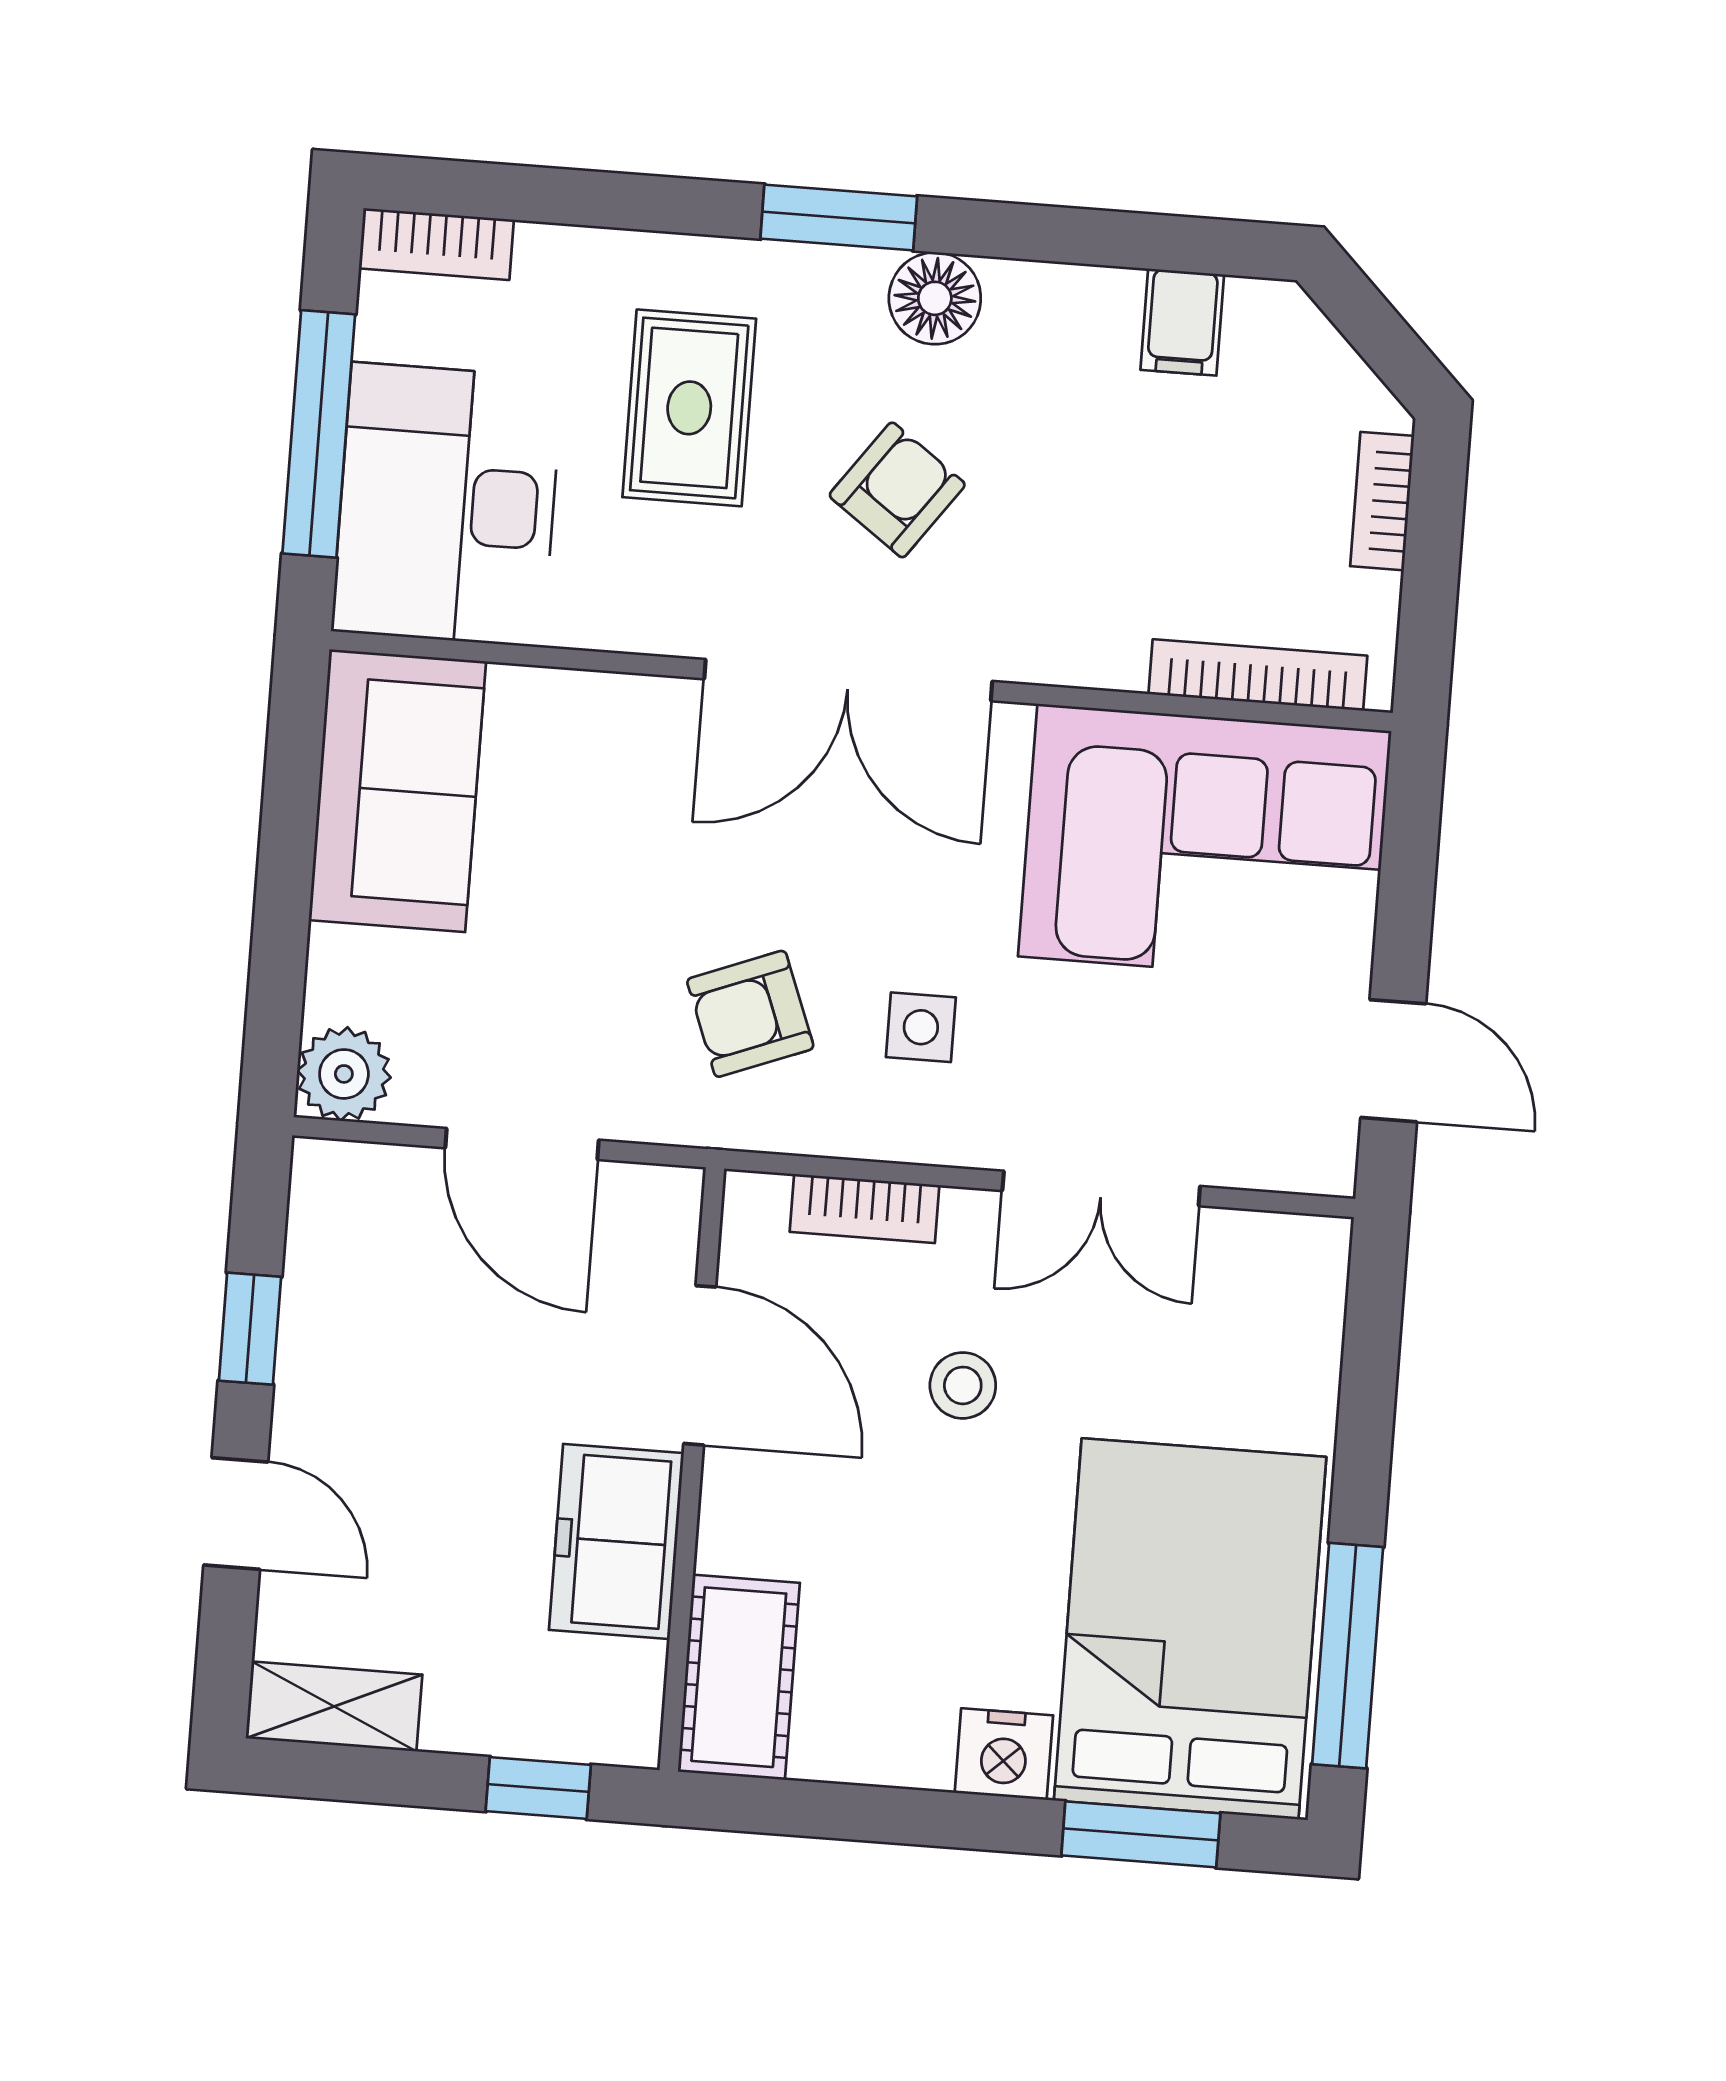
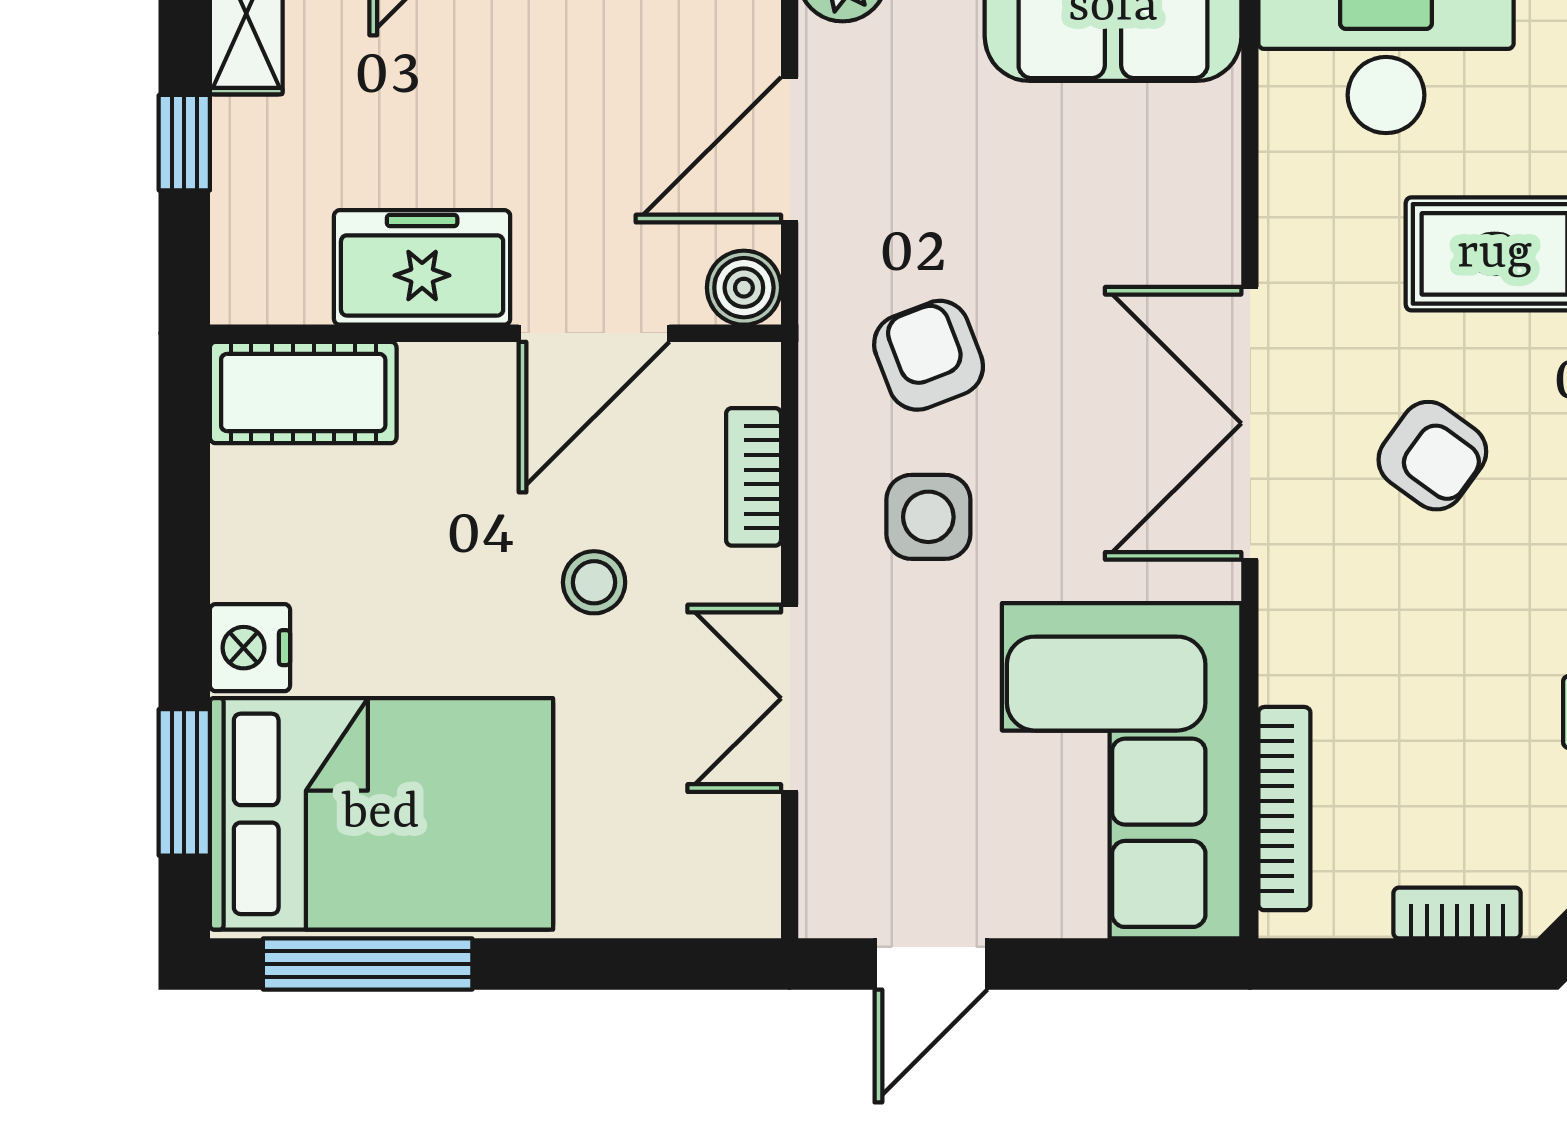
side table: (921, 1027) -> (928, 517), width x1.37, depth x1.37
boiler: (664, 1203) -> (744, 288), added
window: (538, 1788) -> (184, 143), moved

